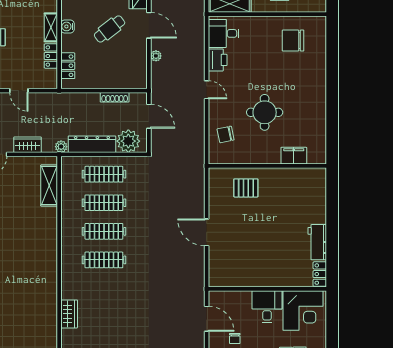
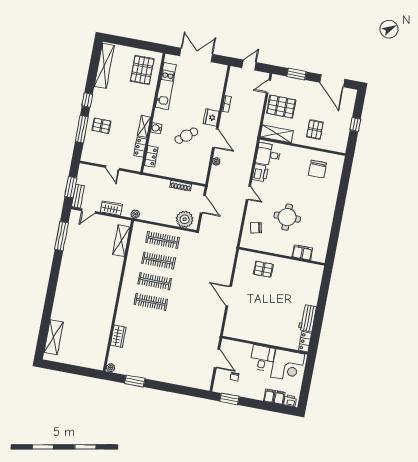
chair: (293, 41) -> (318, 169), turned -90
dresser: (92, 144) -> (158, 217), removed

